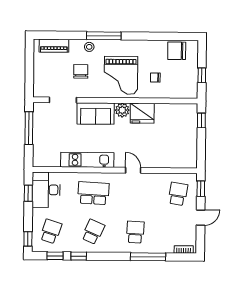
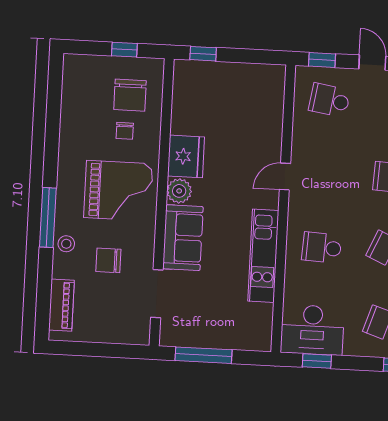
chair: (177, 51) -> (130, 95), moved
school desk: (93, 193) -> (322, 248), width x0.54

